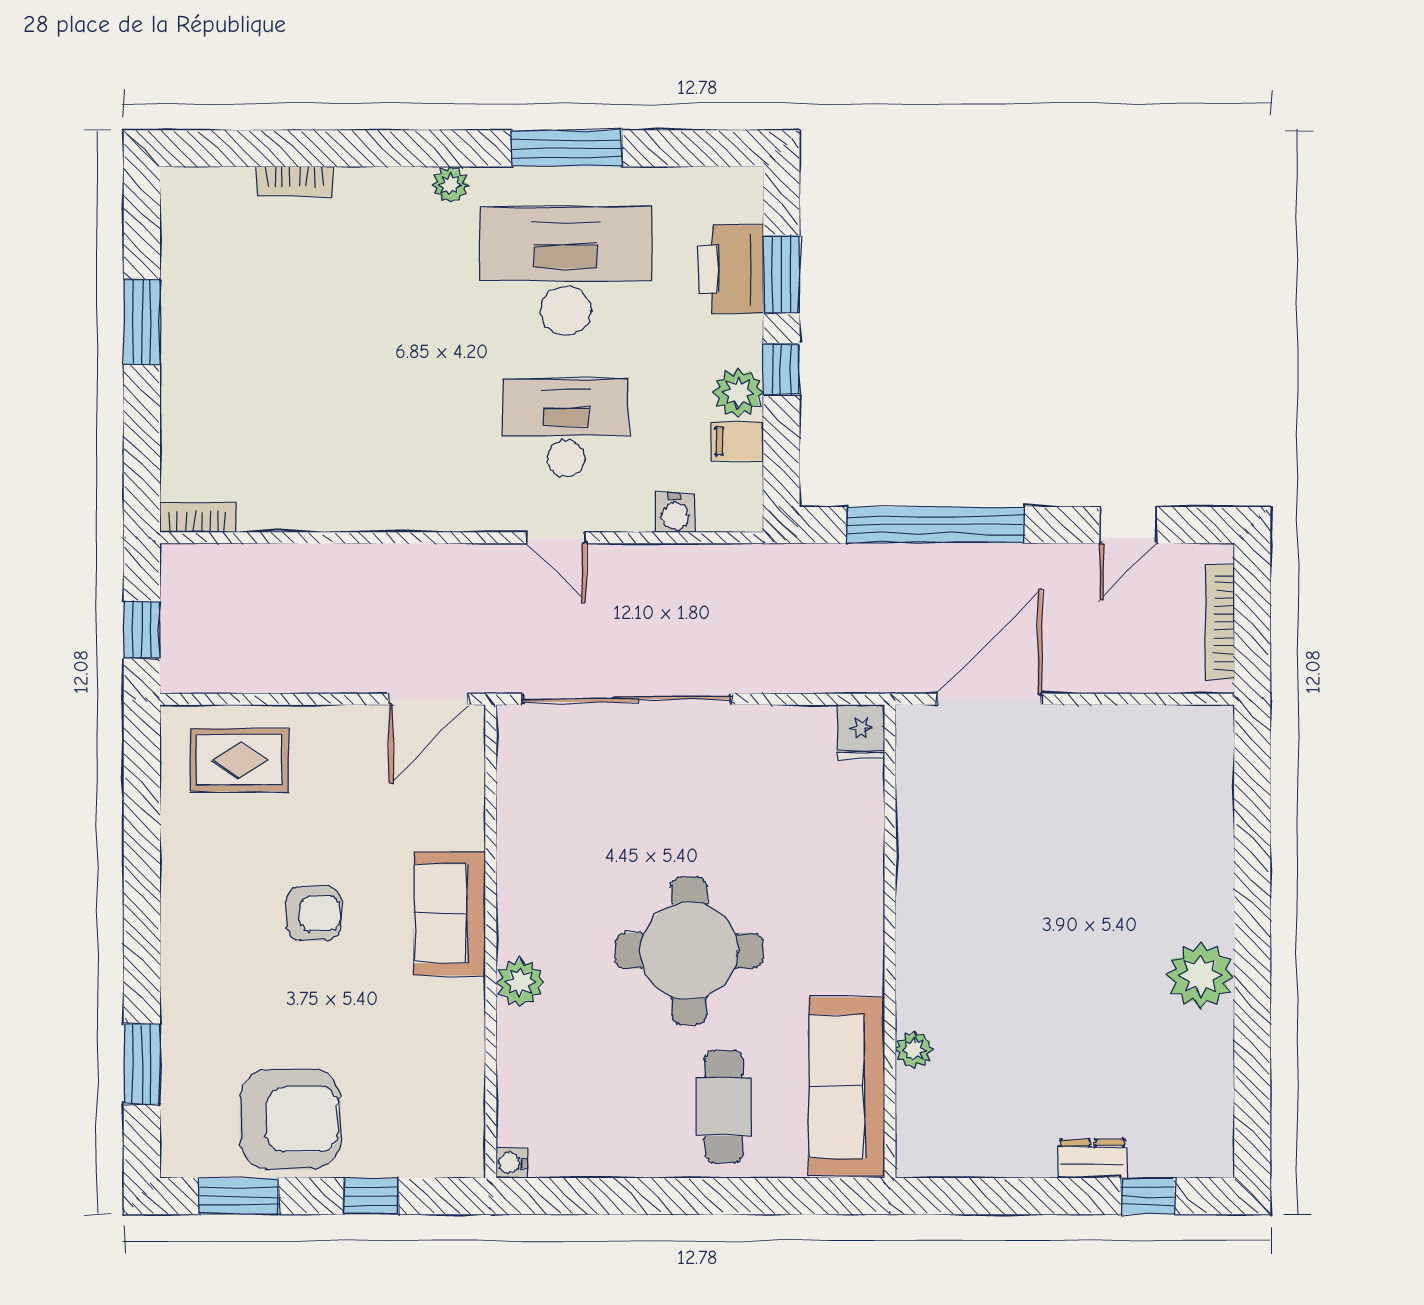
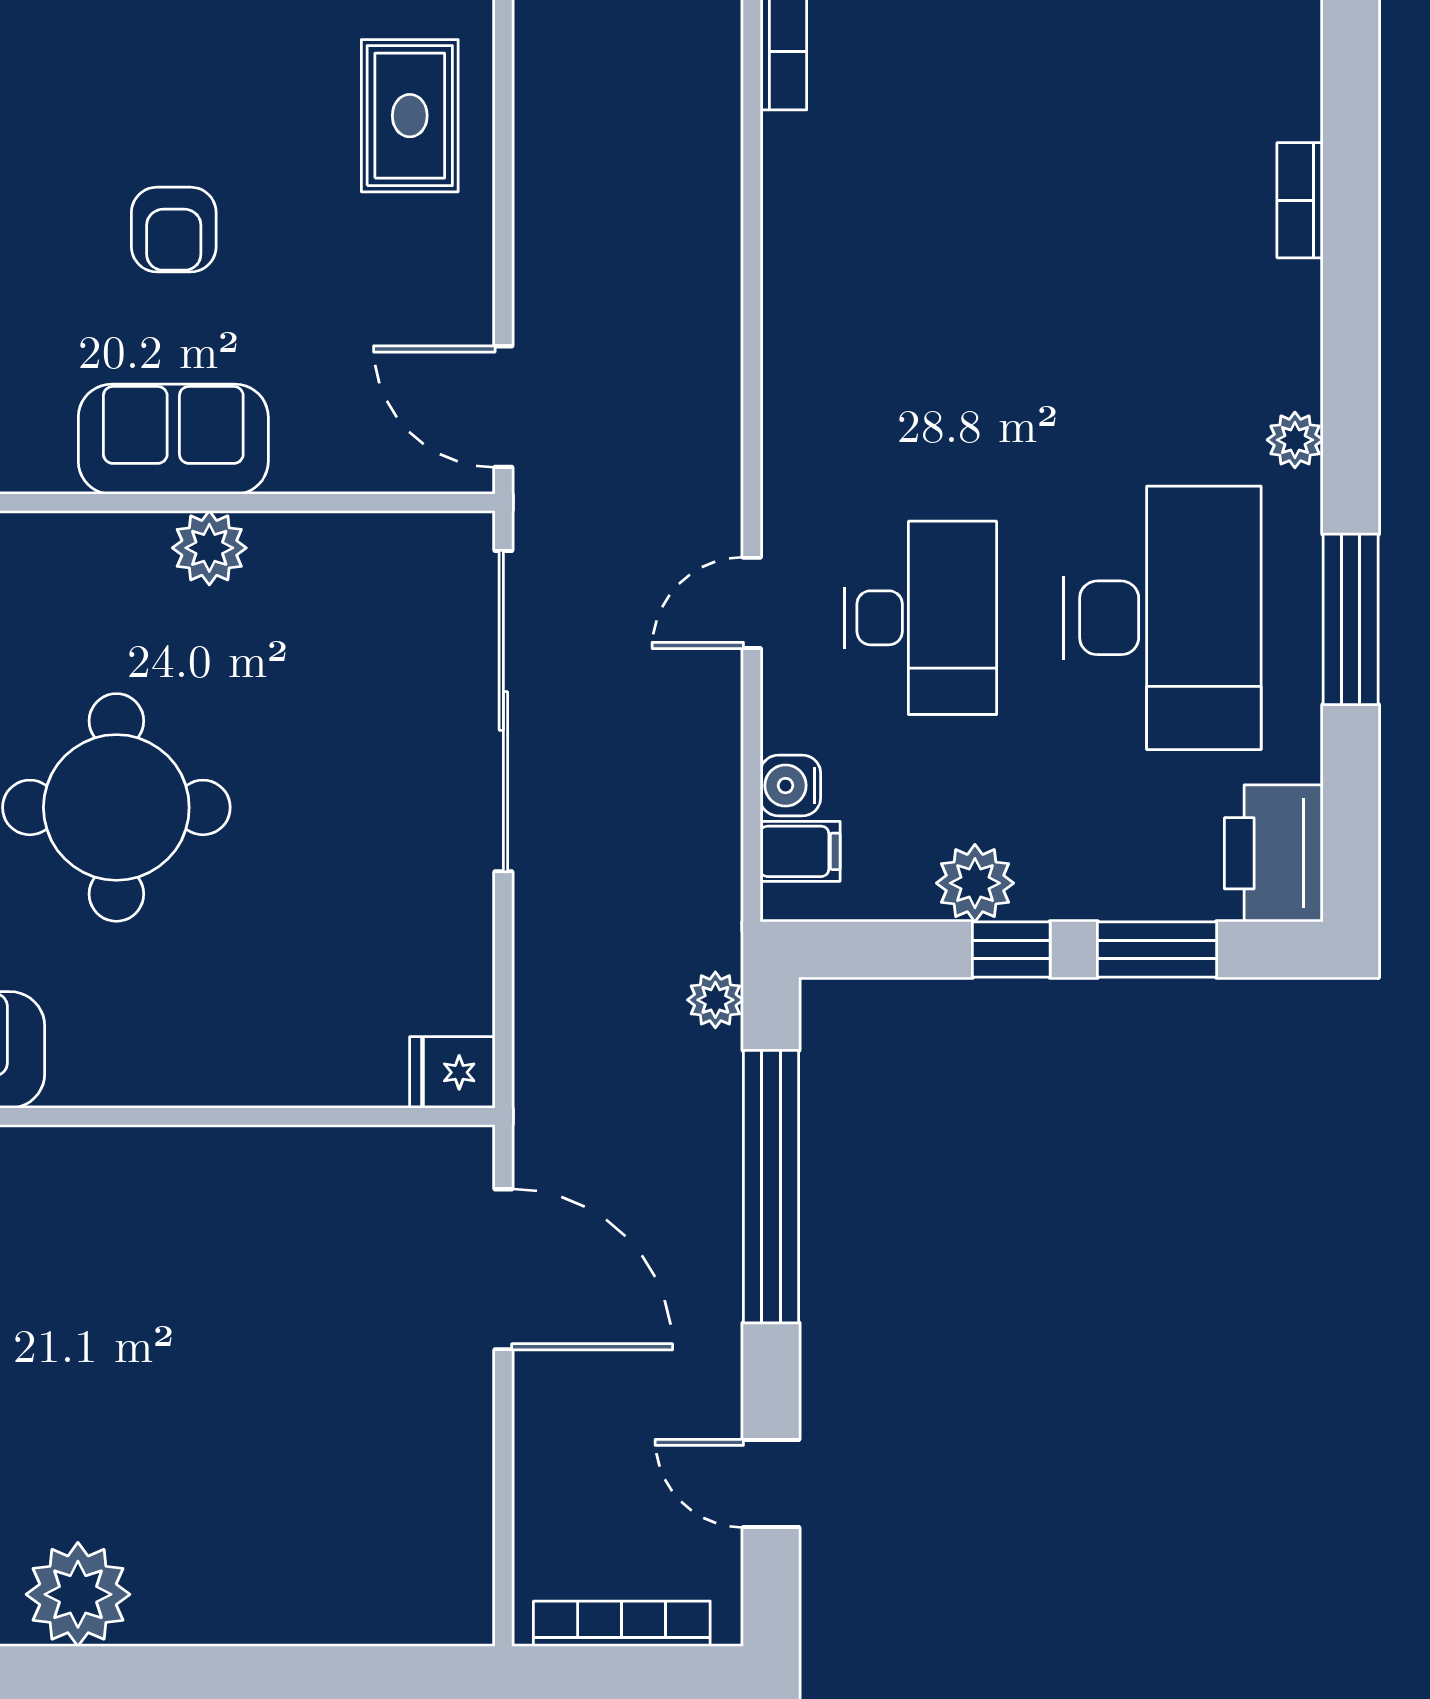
printer: (731, 269) -> (1274, 853), moved, turned -90
filing cabinet: (737, 441) -> (800, 851), moved, turned 90
plant: (814, 561) -> (715, 1000), added
plant: (520, 982) -> (209, 548), moved

